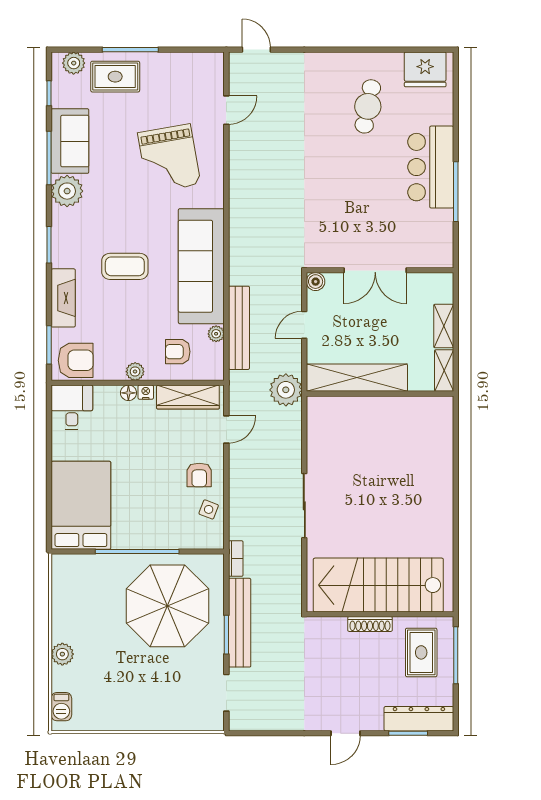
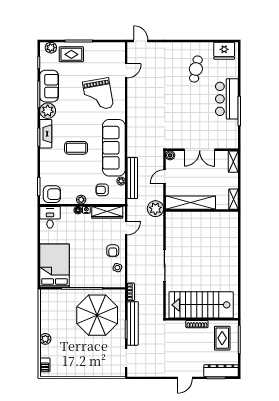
fireplace: (63, 298) -> (46, 134), moved
shelving: (444, 326) -> (233, 162), moved

